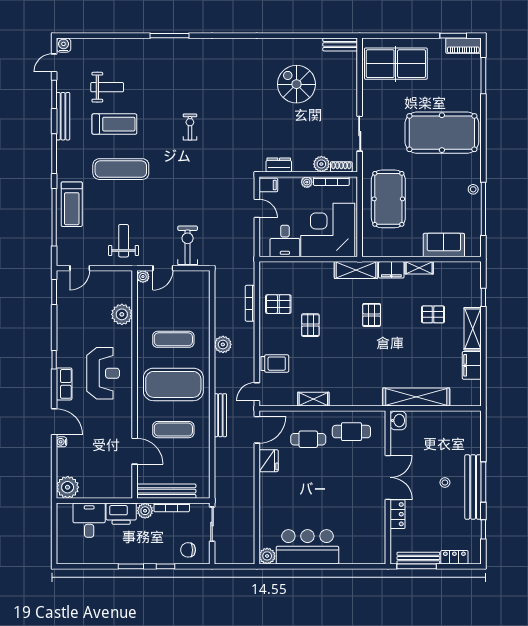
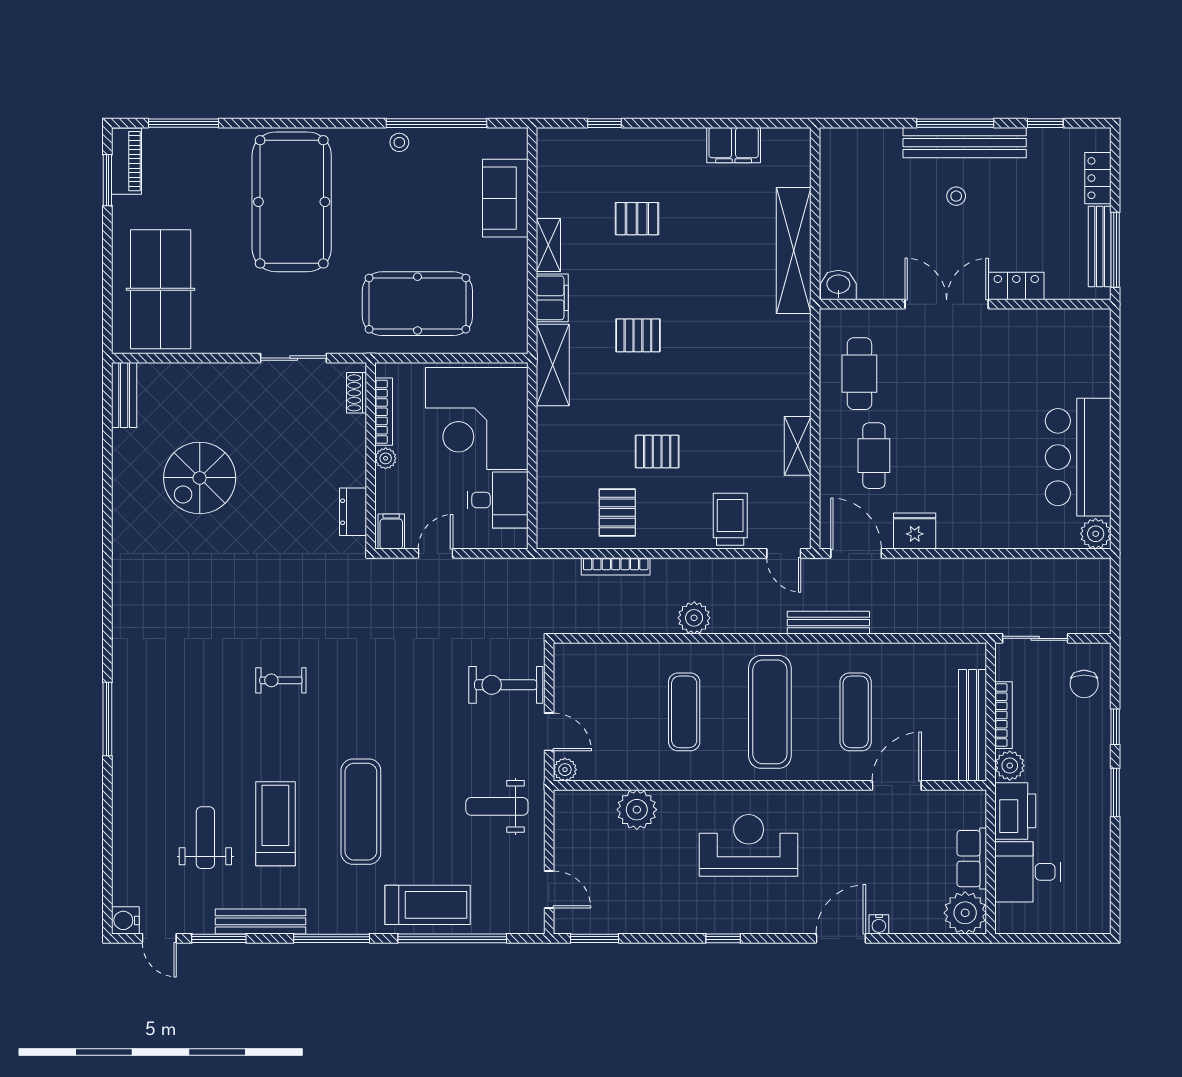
plant: (321, 164) -> (351, 431), removed
pallet: (433, 314) -> (637, 219), turned 90
shelving: (473, 329) -> (664, 144), removed
row of seats: (64, 384) -> (972, 859), moved, turned -90
exercise mat: (173, 384) -> (770, 712), width x0.68

